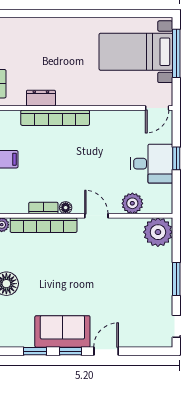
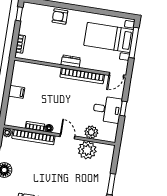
armchair: (55, 31) -> (60, 16), added
dresser: (41, 98) -> (71, 61), moved
bookcase: (55, 118) -> (82, 76), moved
plant: (158, 232) -> (87, 150), moved

